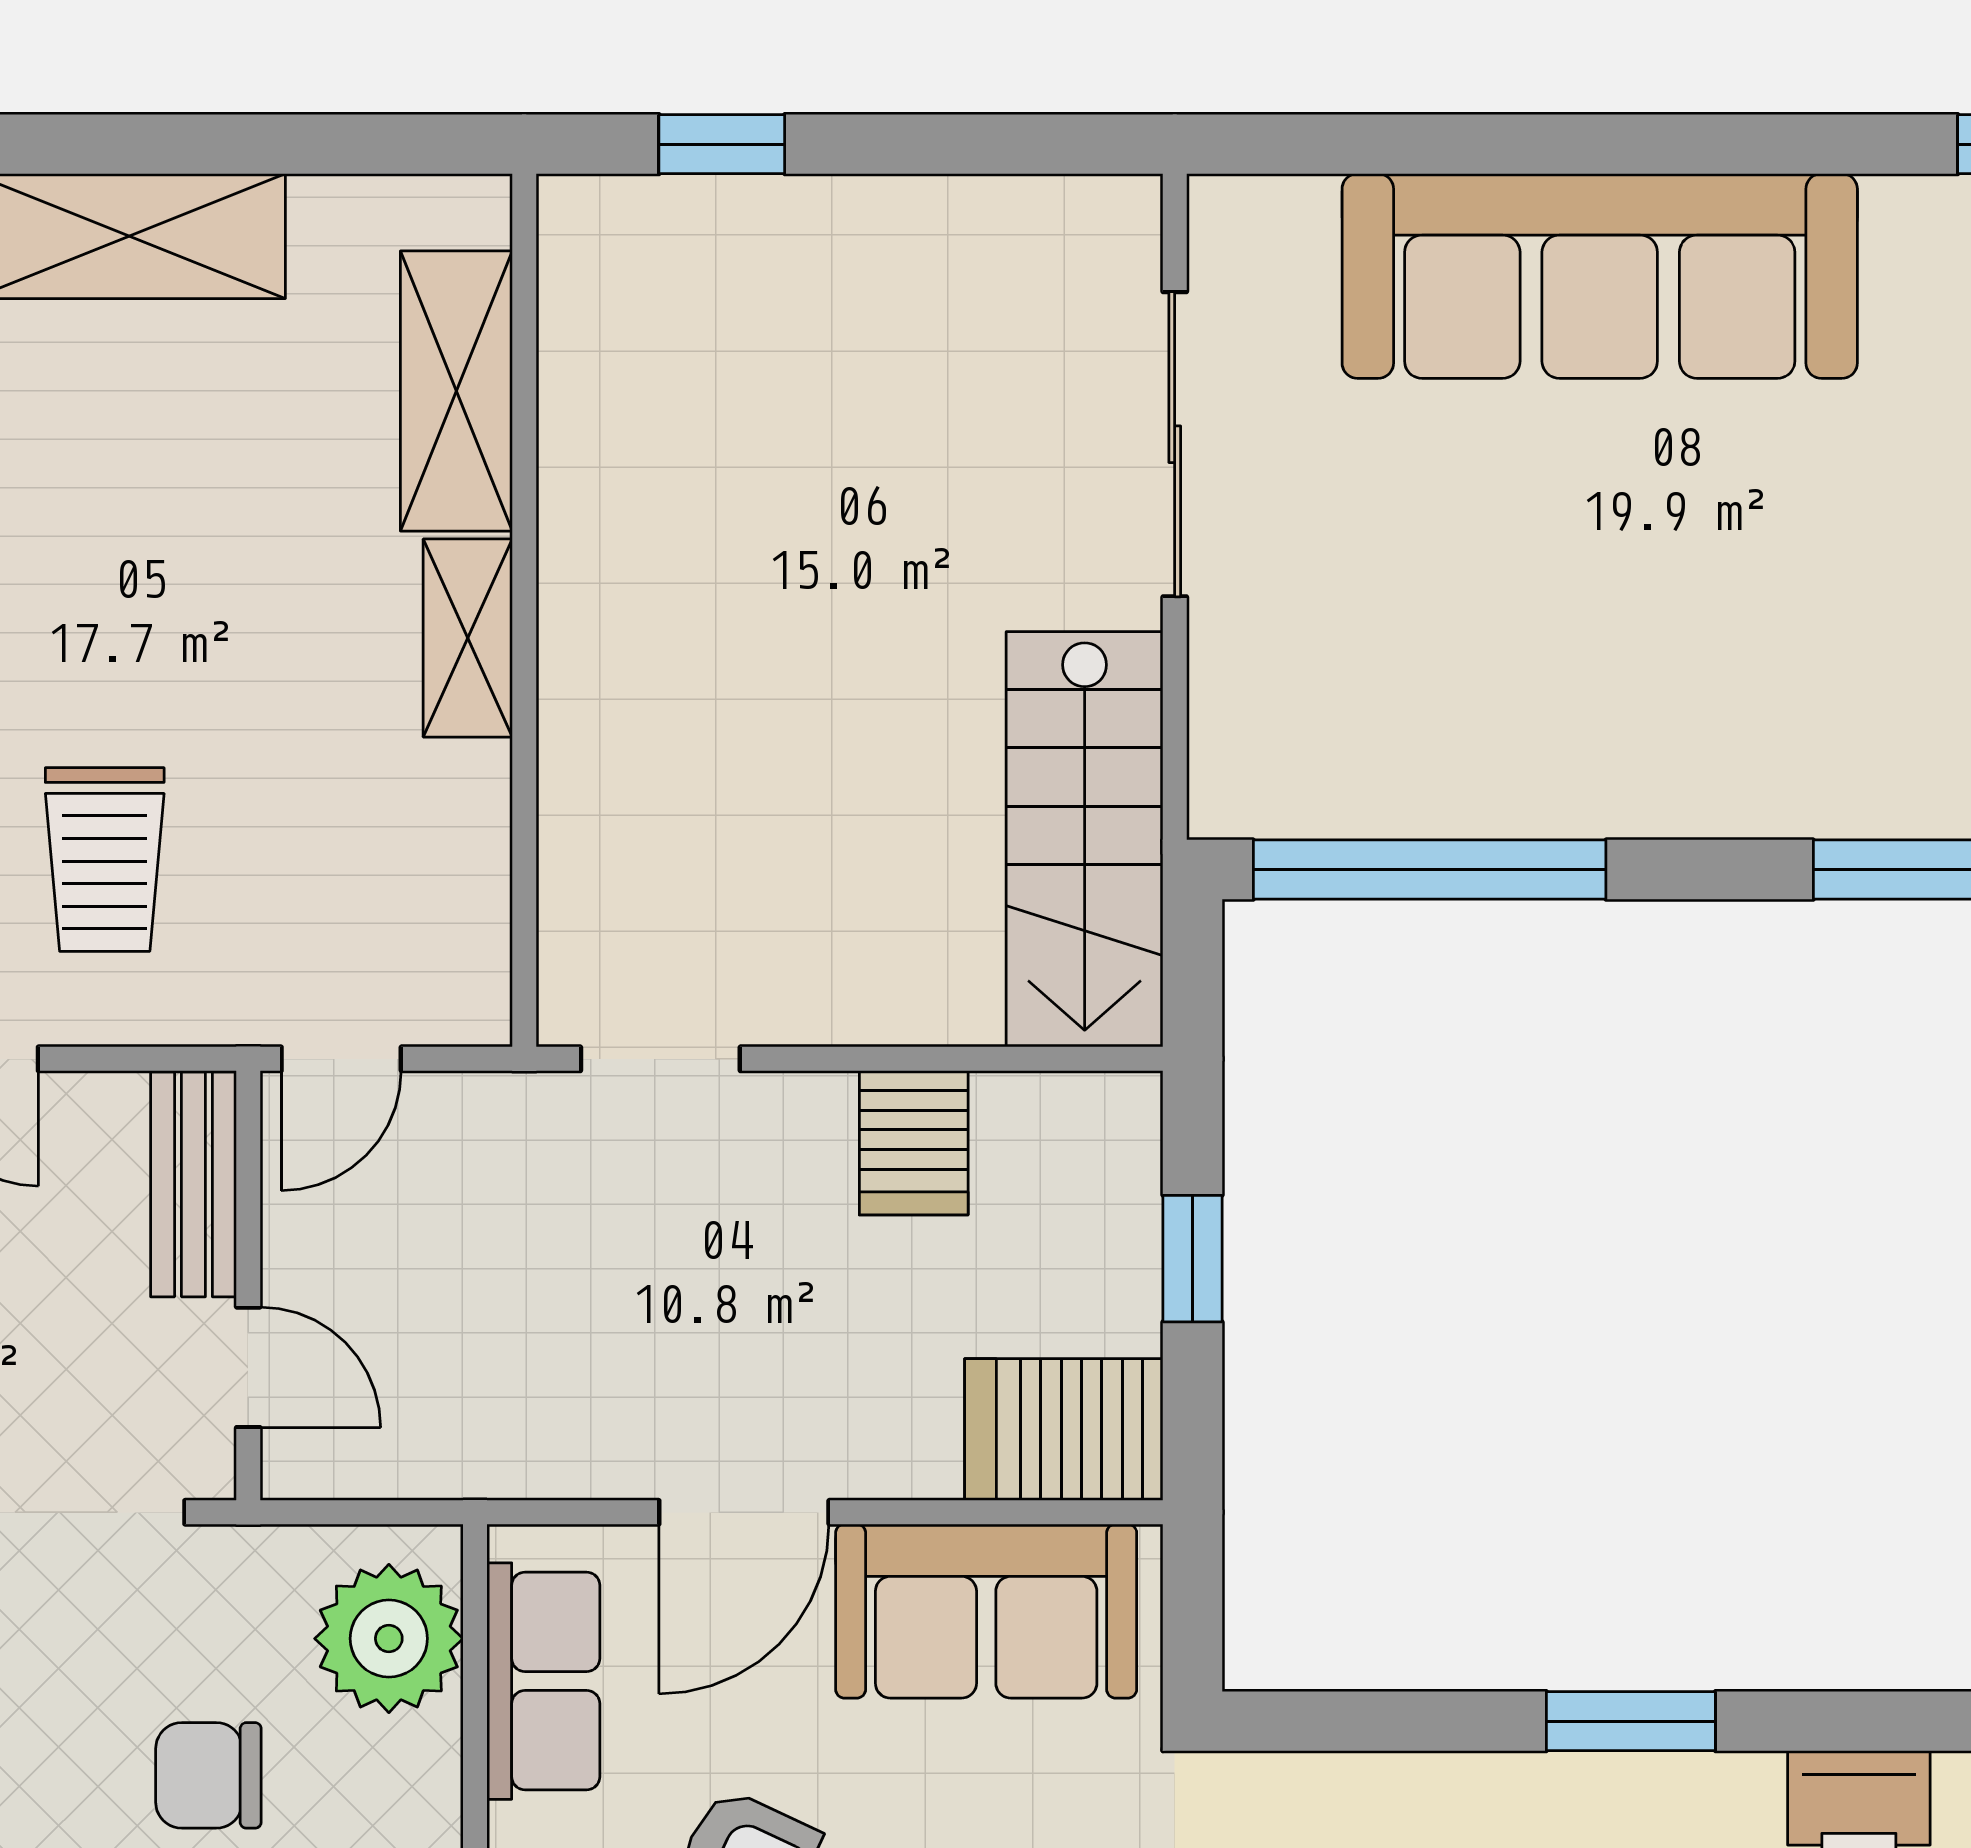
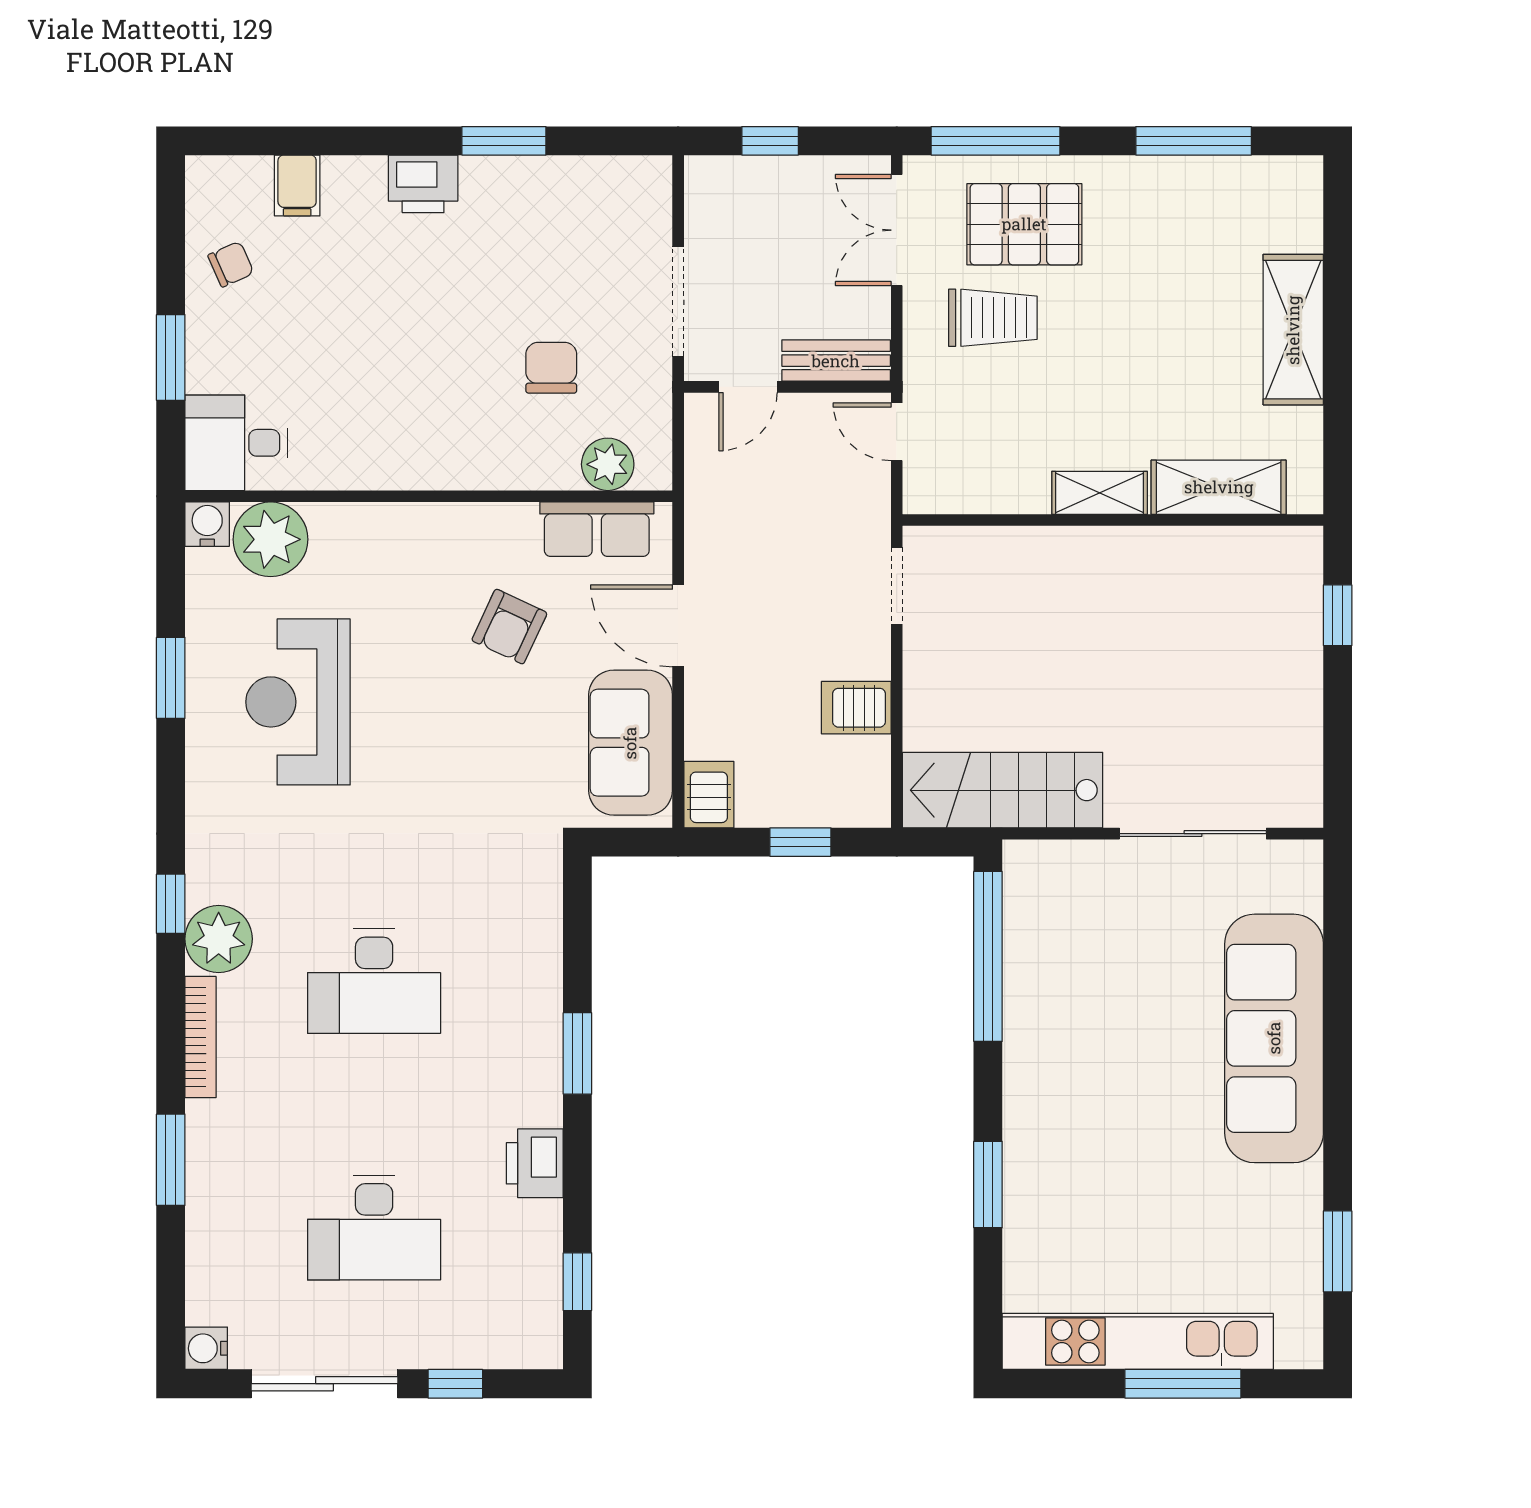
trolley: (105, 859) -> (993, 318), turned 180
server rack: (1064, 1430) -> (709, 795), width x0.73, depth x0.70
plant: (389, 1639) -> (608, 464), width x0.73, depth x0.73

